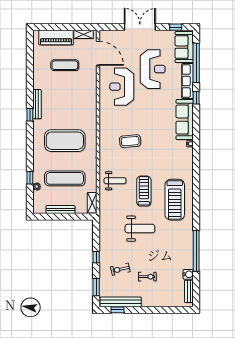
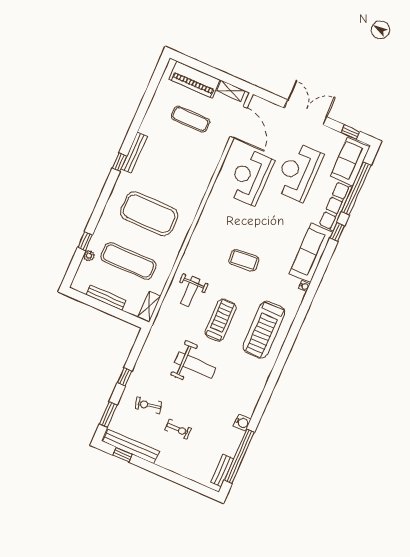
reception desk: (153, 69) -> (298, 172), turned 180
coffee table: (130, 141) -> (244, 260), moved
weight bench: (115, 181) -> (190, 291), turned 90
treadmill: (175, 200) -> (264, 330), moved
window: (196, 251) -> (239, 456), moved
water cooler: (188, 274) -> (242, 423), moved

